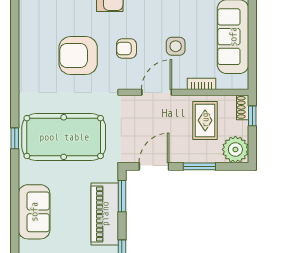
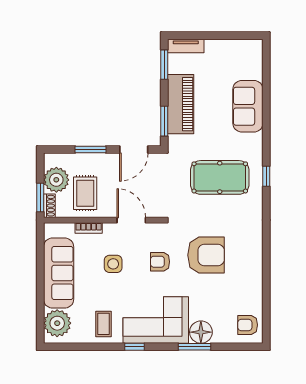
armchair: (126, 48) -> (160, 262), turned 180
door: (157, 92) -> (131, 220), swing flipped
window: (252, 116) -> (40, 198), width x1.50
pool table: (64, 137) -> (220, 177), width x0.73, depth x0.76
plant: (235, 149) -> (56, 180), moved

